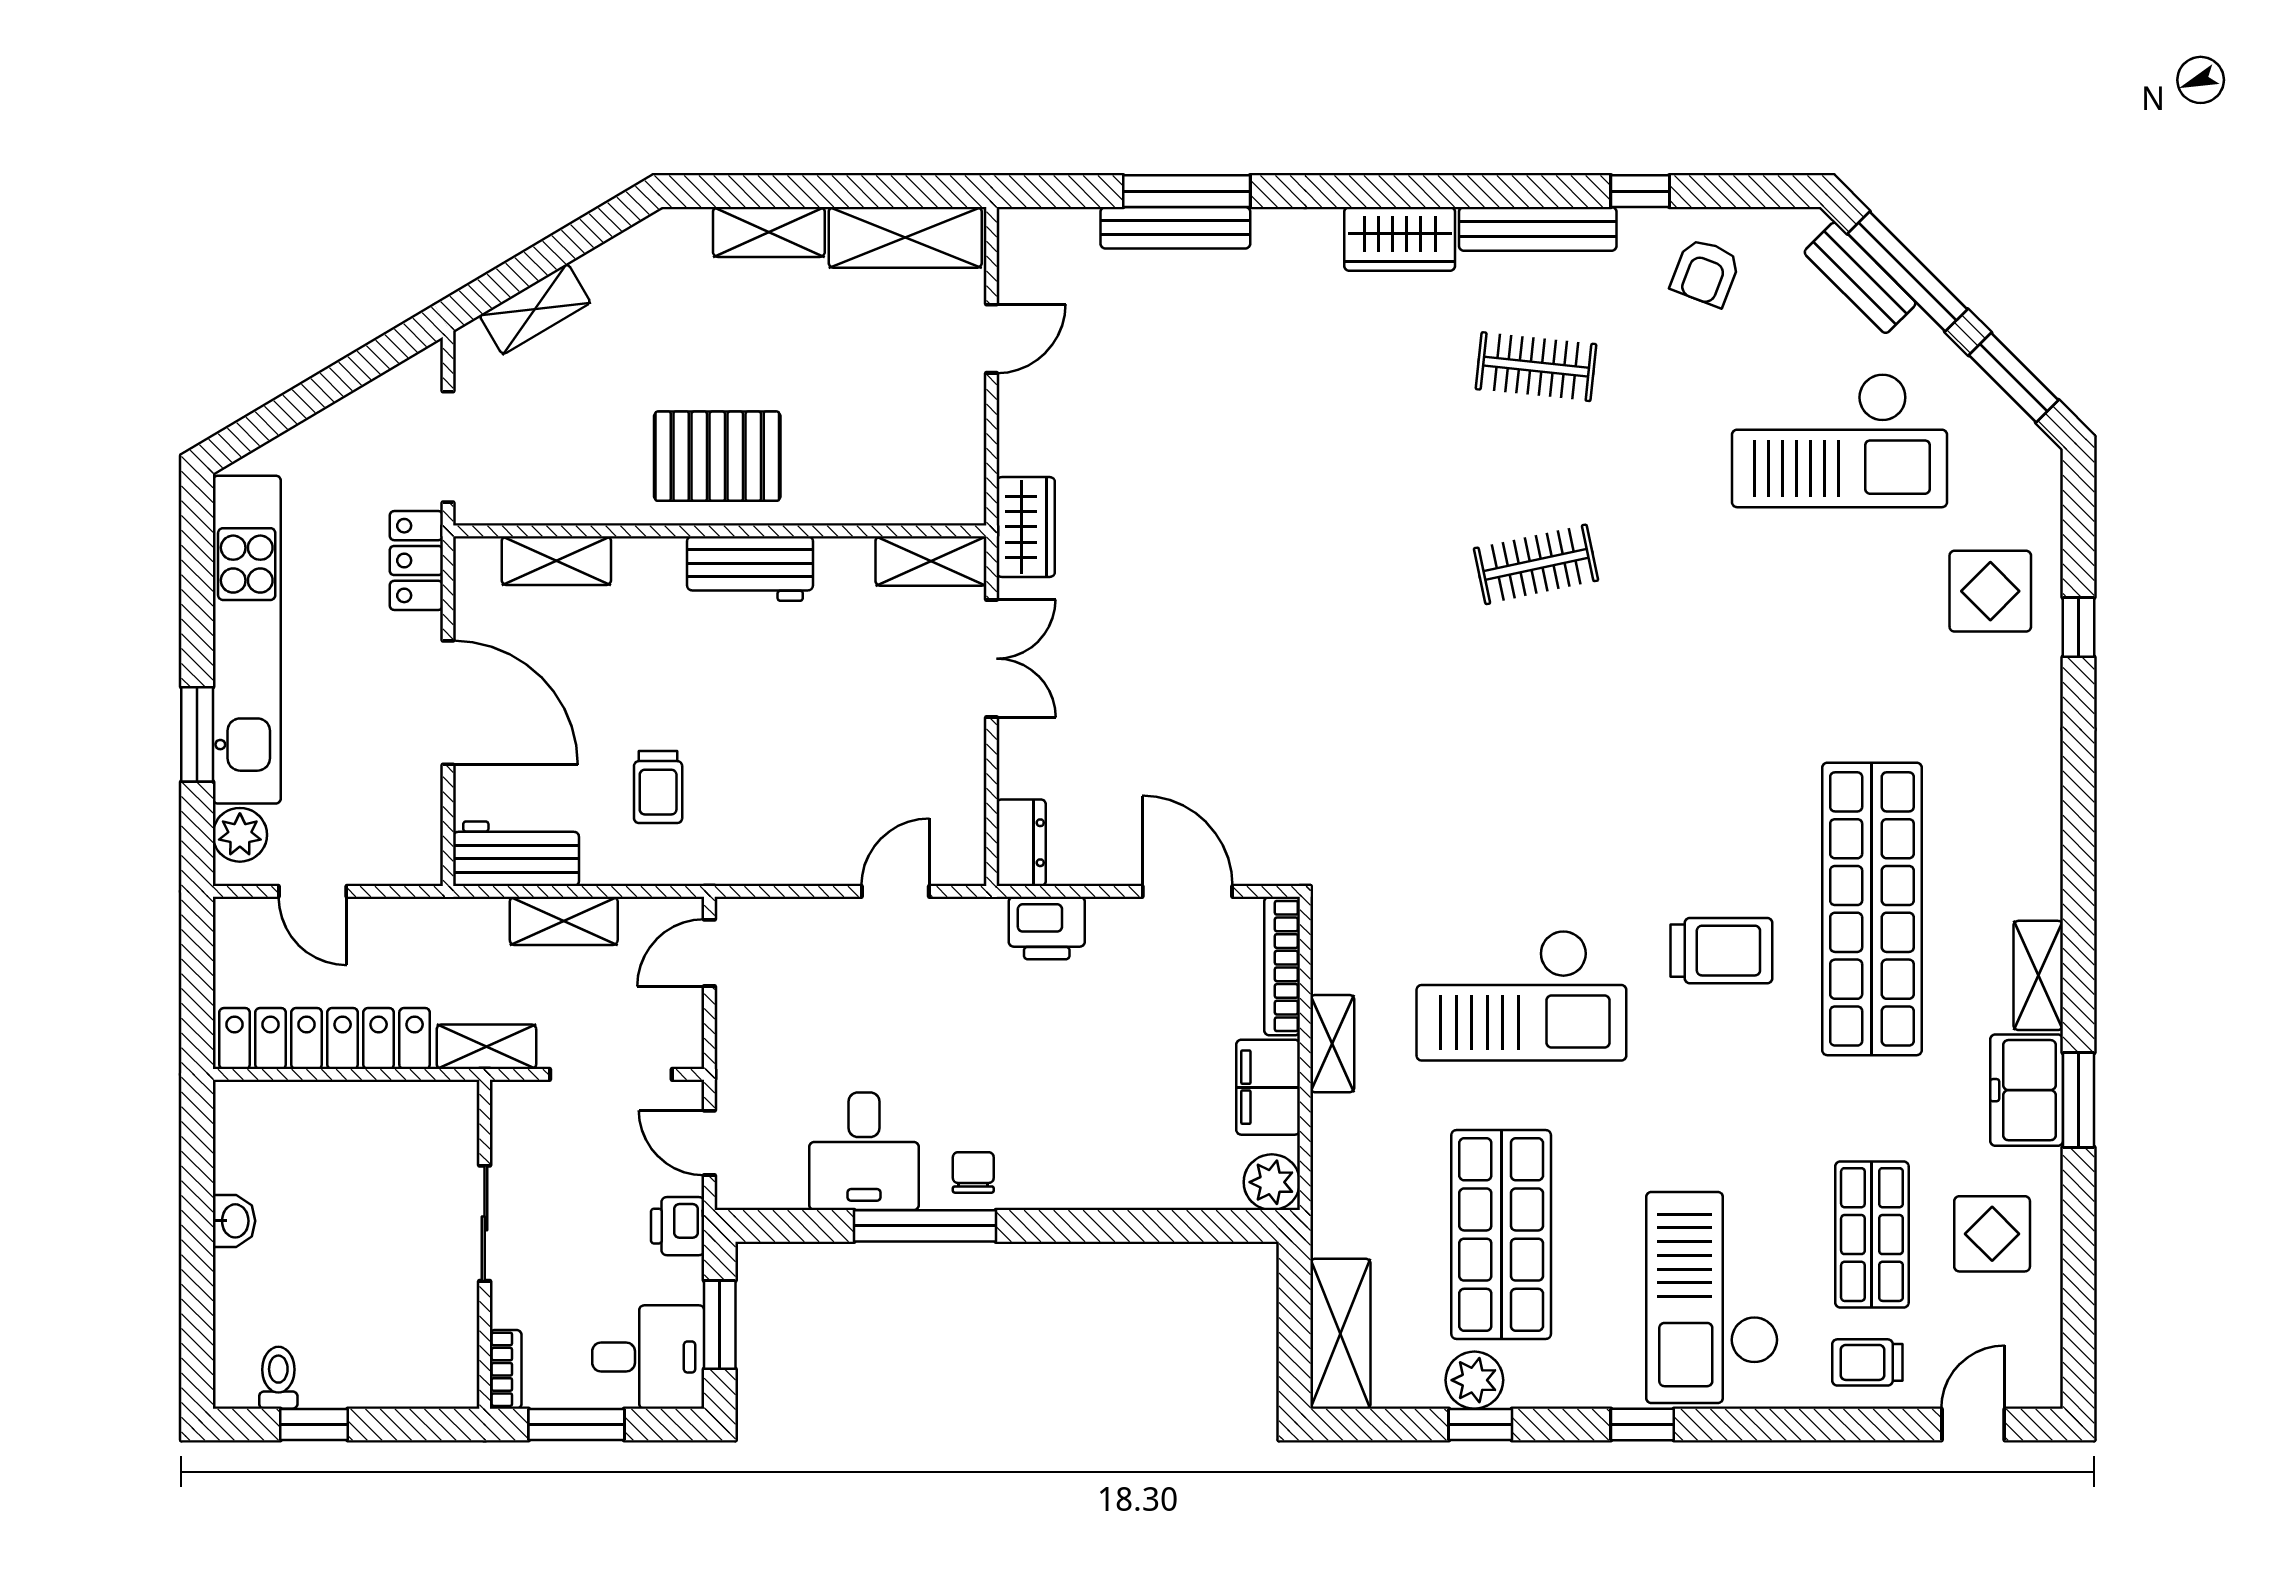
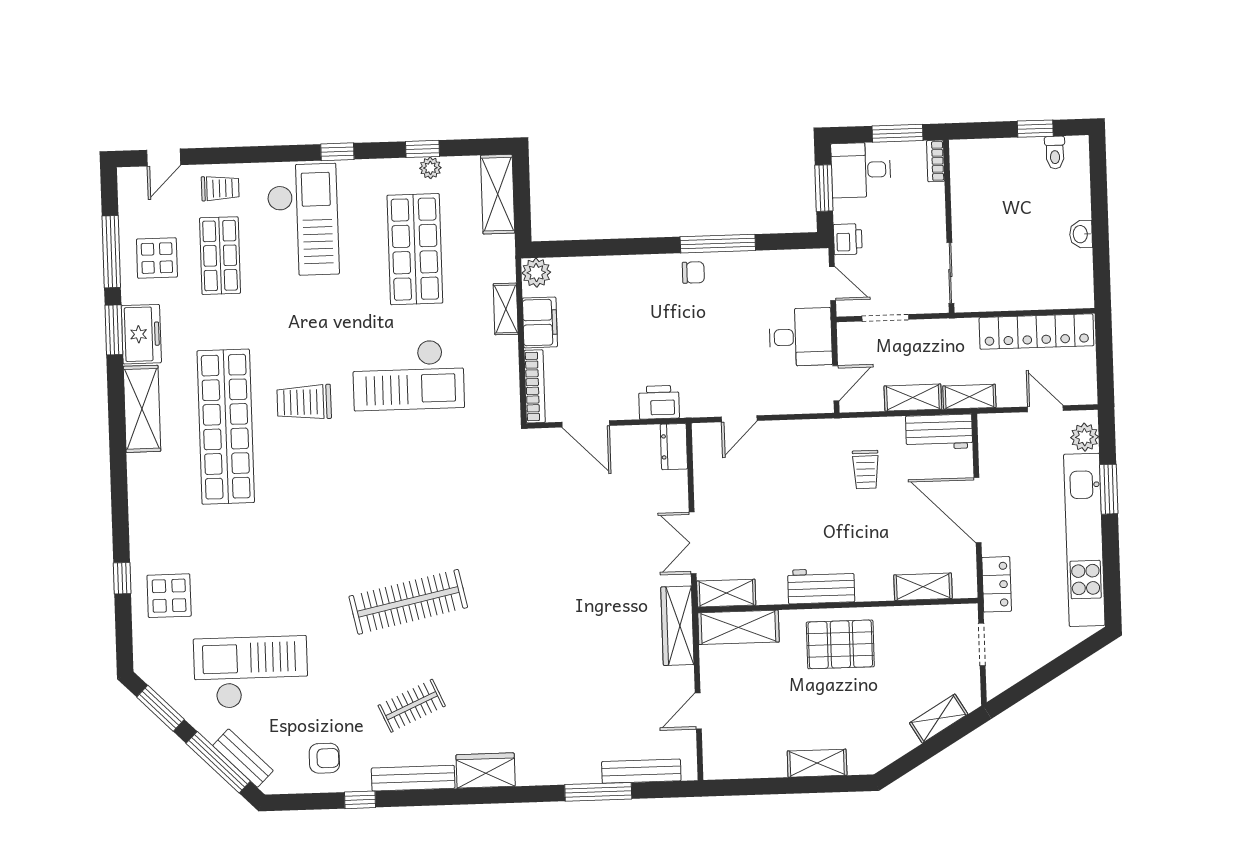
bench: (1175, 228) -> (641, 771), moved
shelving: (905, 237) -> (738, 627), moved
armchair: (1705, 272) -> (324, 758), turned 69
clothes rail: (1536, 367) -> (412, 706), turned -30
doorway: (448, 447) -> (982, 645), width x0.73
wardrobe: (1026, 527) -> (677, 626), width x1.50
clothes rail: (1536, 564) -> (408, 602), width x1.86, depth x1.31
trolley: (658, 787) -> (866, 470), turned 180
shelving: (2038, 975) -> (142, 409), width x1.50, depth x1.33
checkout: (1521, 995) -> (408, 375), turned 180
shelving: (1332, 1044) -> (506, 309), moved
shelving: (486, 1047) -> (969, 397), moved
doorway: (611, 1074) -> (885, 318), width x0.73
desk: (864, 1151) -> (801, 337), moved, turned 90
chair: (973, 1172) -> (693, 273), turned -90
sliding door: (485, 1223) -> (950, 273), moved
window: (2078, 1249) -> (111, 252), added
plant: (1474, 1380) -> (430, 168), width x0.73, depth x0.73

